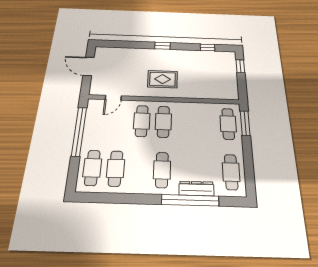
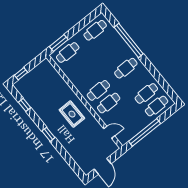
dresser: (196, 189) -> (120, 42), removed

